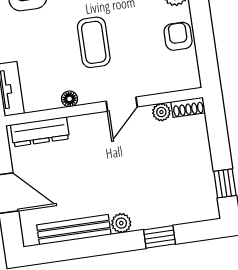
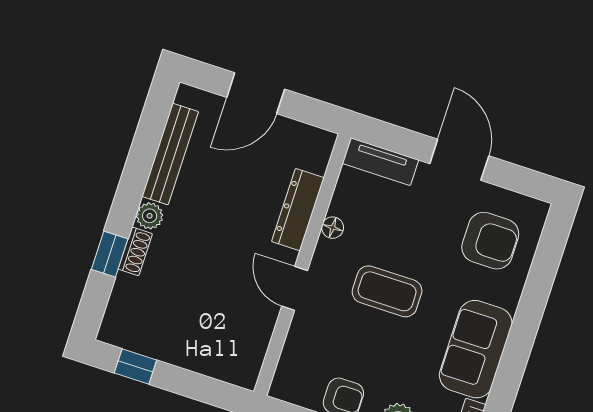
shoe rack: (188, 107) -> (135, 251), moved, turned 180
plant: (161, 112) -> (261, 332), removed
dresser: (40, 132) -> (298, 210), moved

